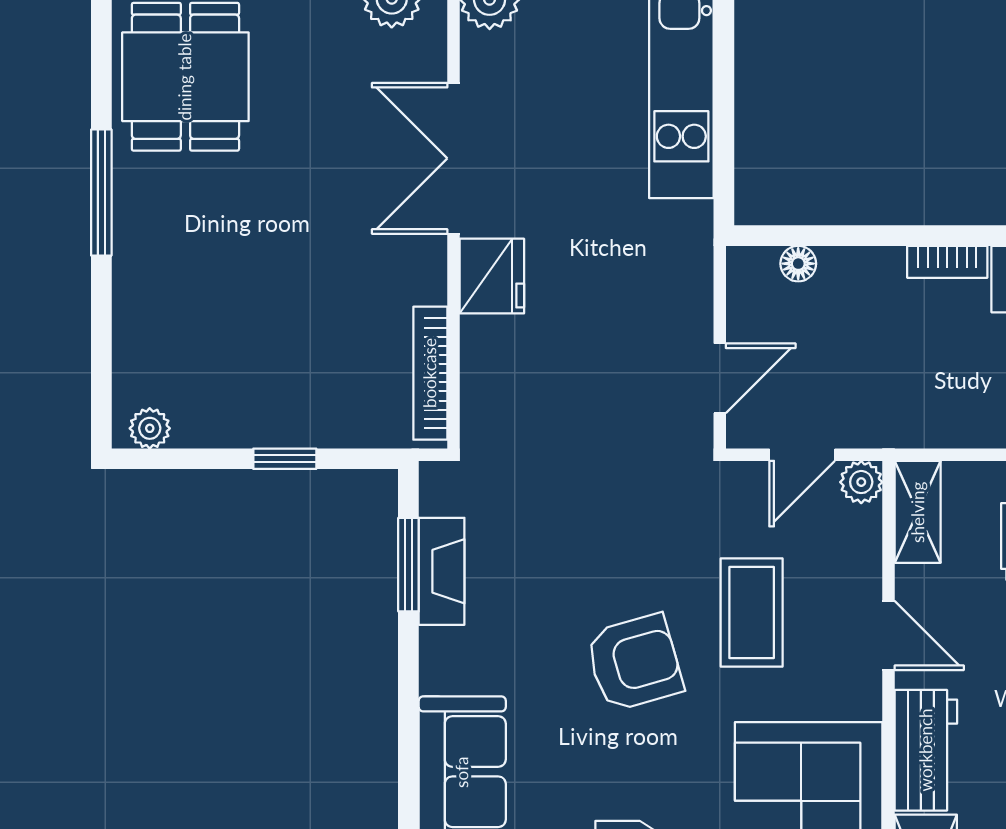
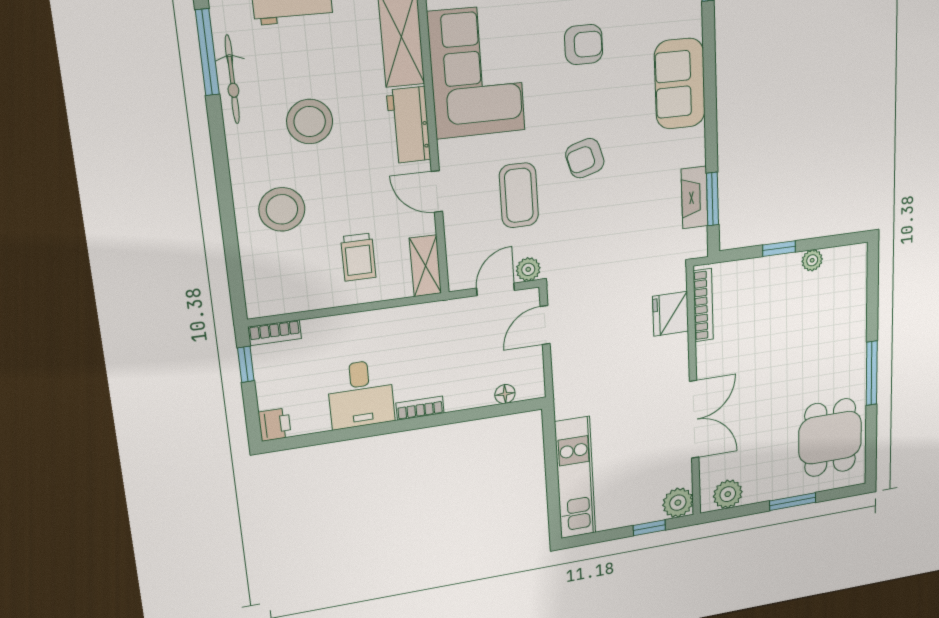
fridge: (492, 276) -> (671, 314), moved
plant: (150, 428) -> (812, 260), moved
plant: (861, 482) -> (528, 269), moved
armchair: (634, 663) -> (585, 158), width x0.72, depth x0.72

